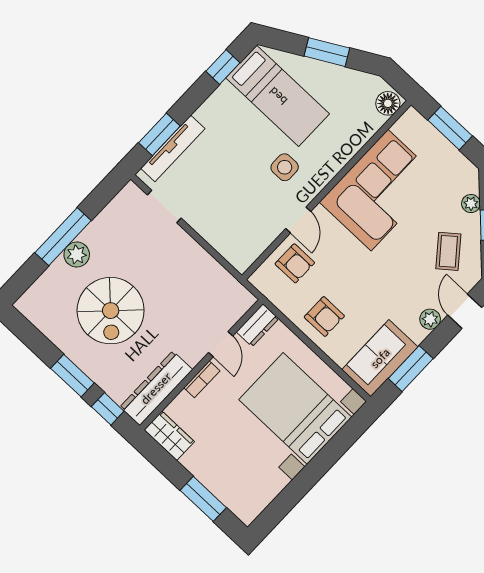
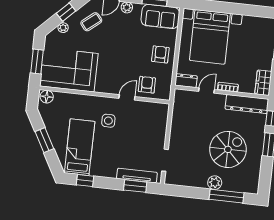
corner sofa: (379, 190) -> (69, 70), moved
window: (63, 237) -> (226, 196), moved

